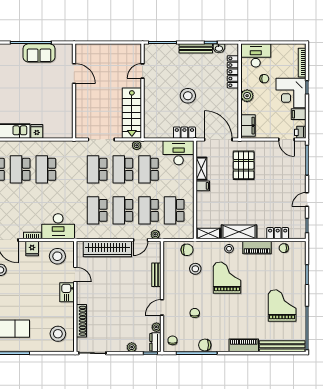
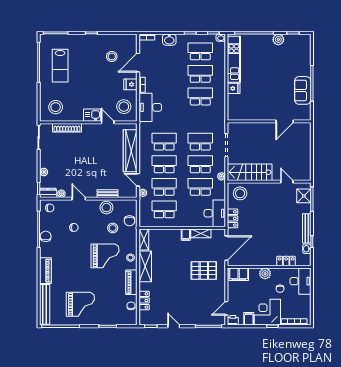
shower: (159, 52) -> (304, 196), added
locker: (233, 72) -> (286, 261), width x0.66
stool: (188, 96) -> (240, 193), moved
door: (75, 275) -> (108, 122), swing flipped
stool: (172, 276) -> (106, 208), added

